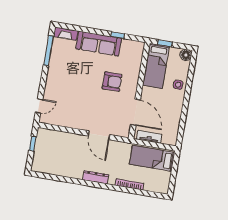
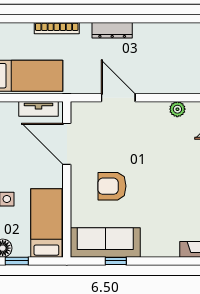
window: (165, 43) -> (17, 261), moved
sofa: (99, 44) -> (105, 243), moved
plant: (64, 122) -> (177, 109), added

